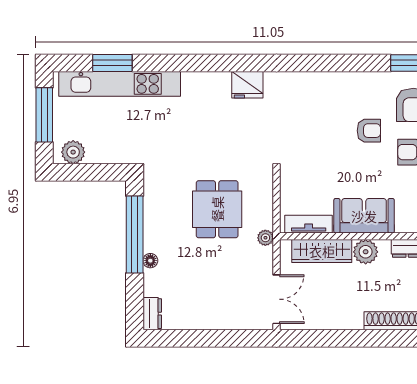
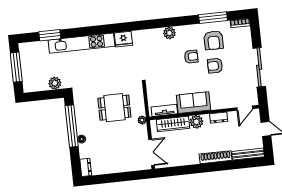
plant: (333, 83) -> (169, 33), added
kitchen unit: (120, 84) -> (82, 43), moved
plant: (73, 152) -> (55, 83), moved
dining table: (217, 209) -> (114, 108), turned 90

